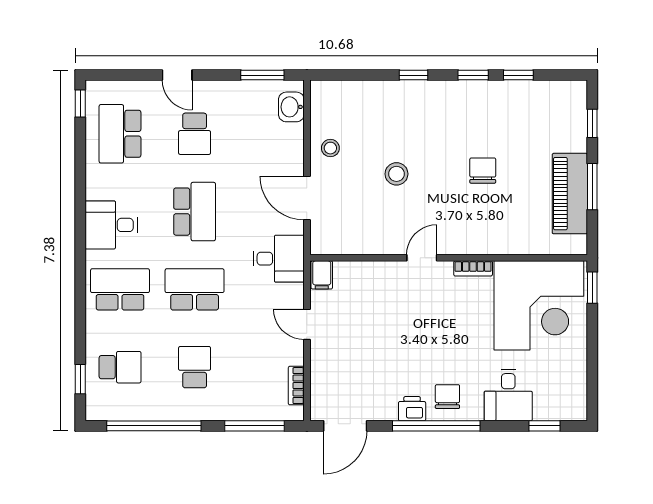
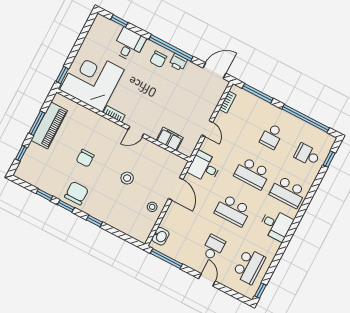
window: (262, 75) -> (166, 259), width x1.44
chair: (467, 106) -> (77, 193), added
school desk: (195, 212) -> (233, 210), turned -90
filing cabinet: (322, 275) -> (170, 139), moved, width x2.00

